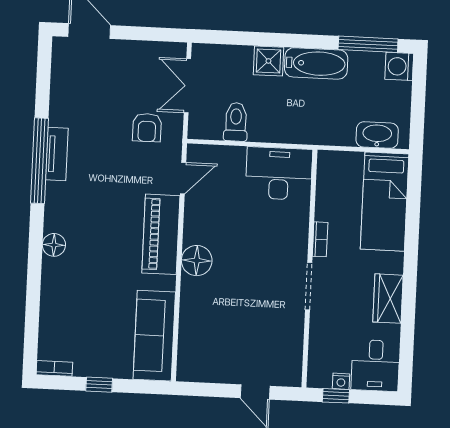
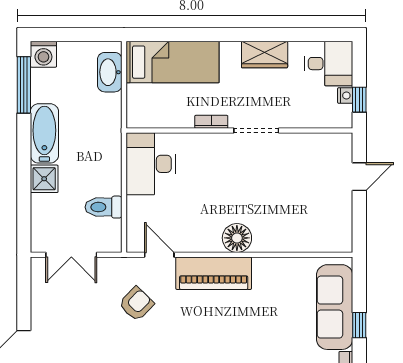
armchair: (147, 127) -> (136, 304), moved, turned -46
sofa: (154, 336) -> (335, 307), moved, turned 90

